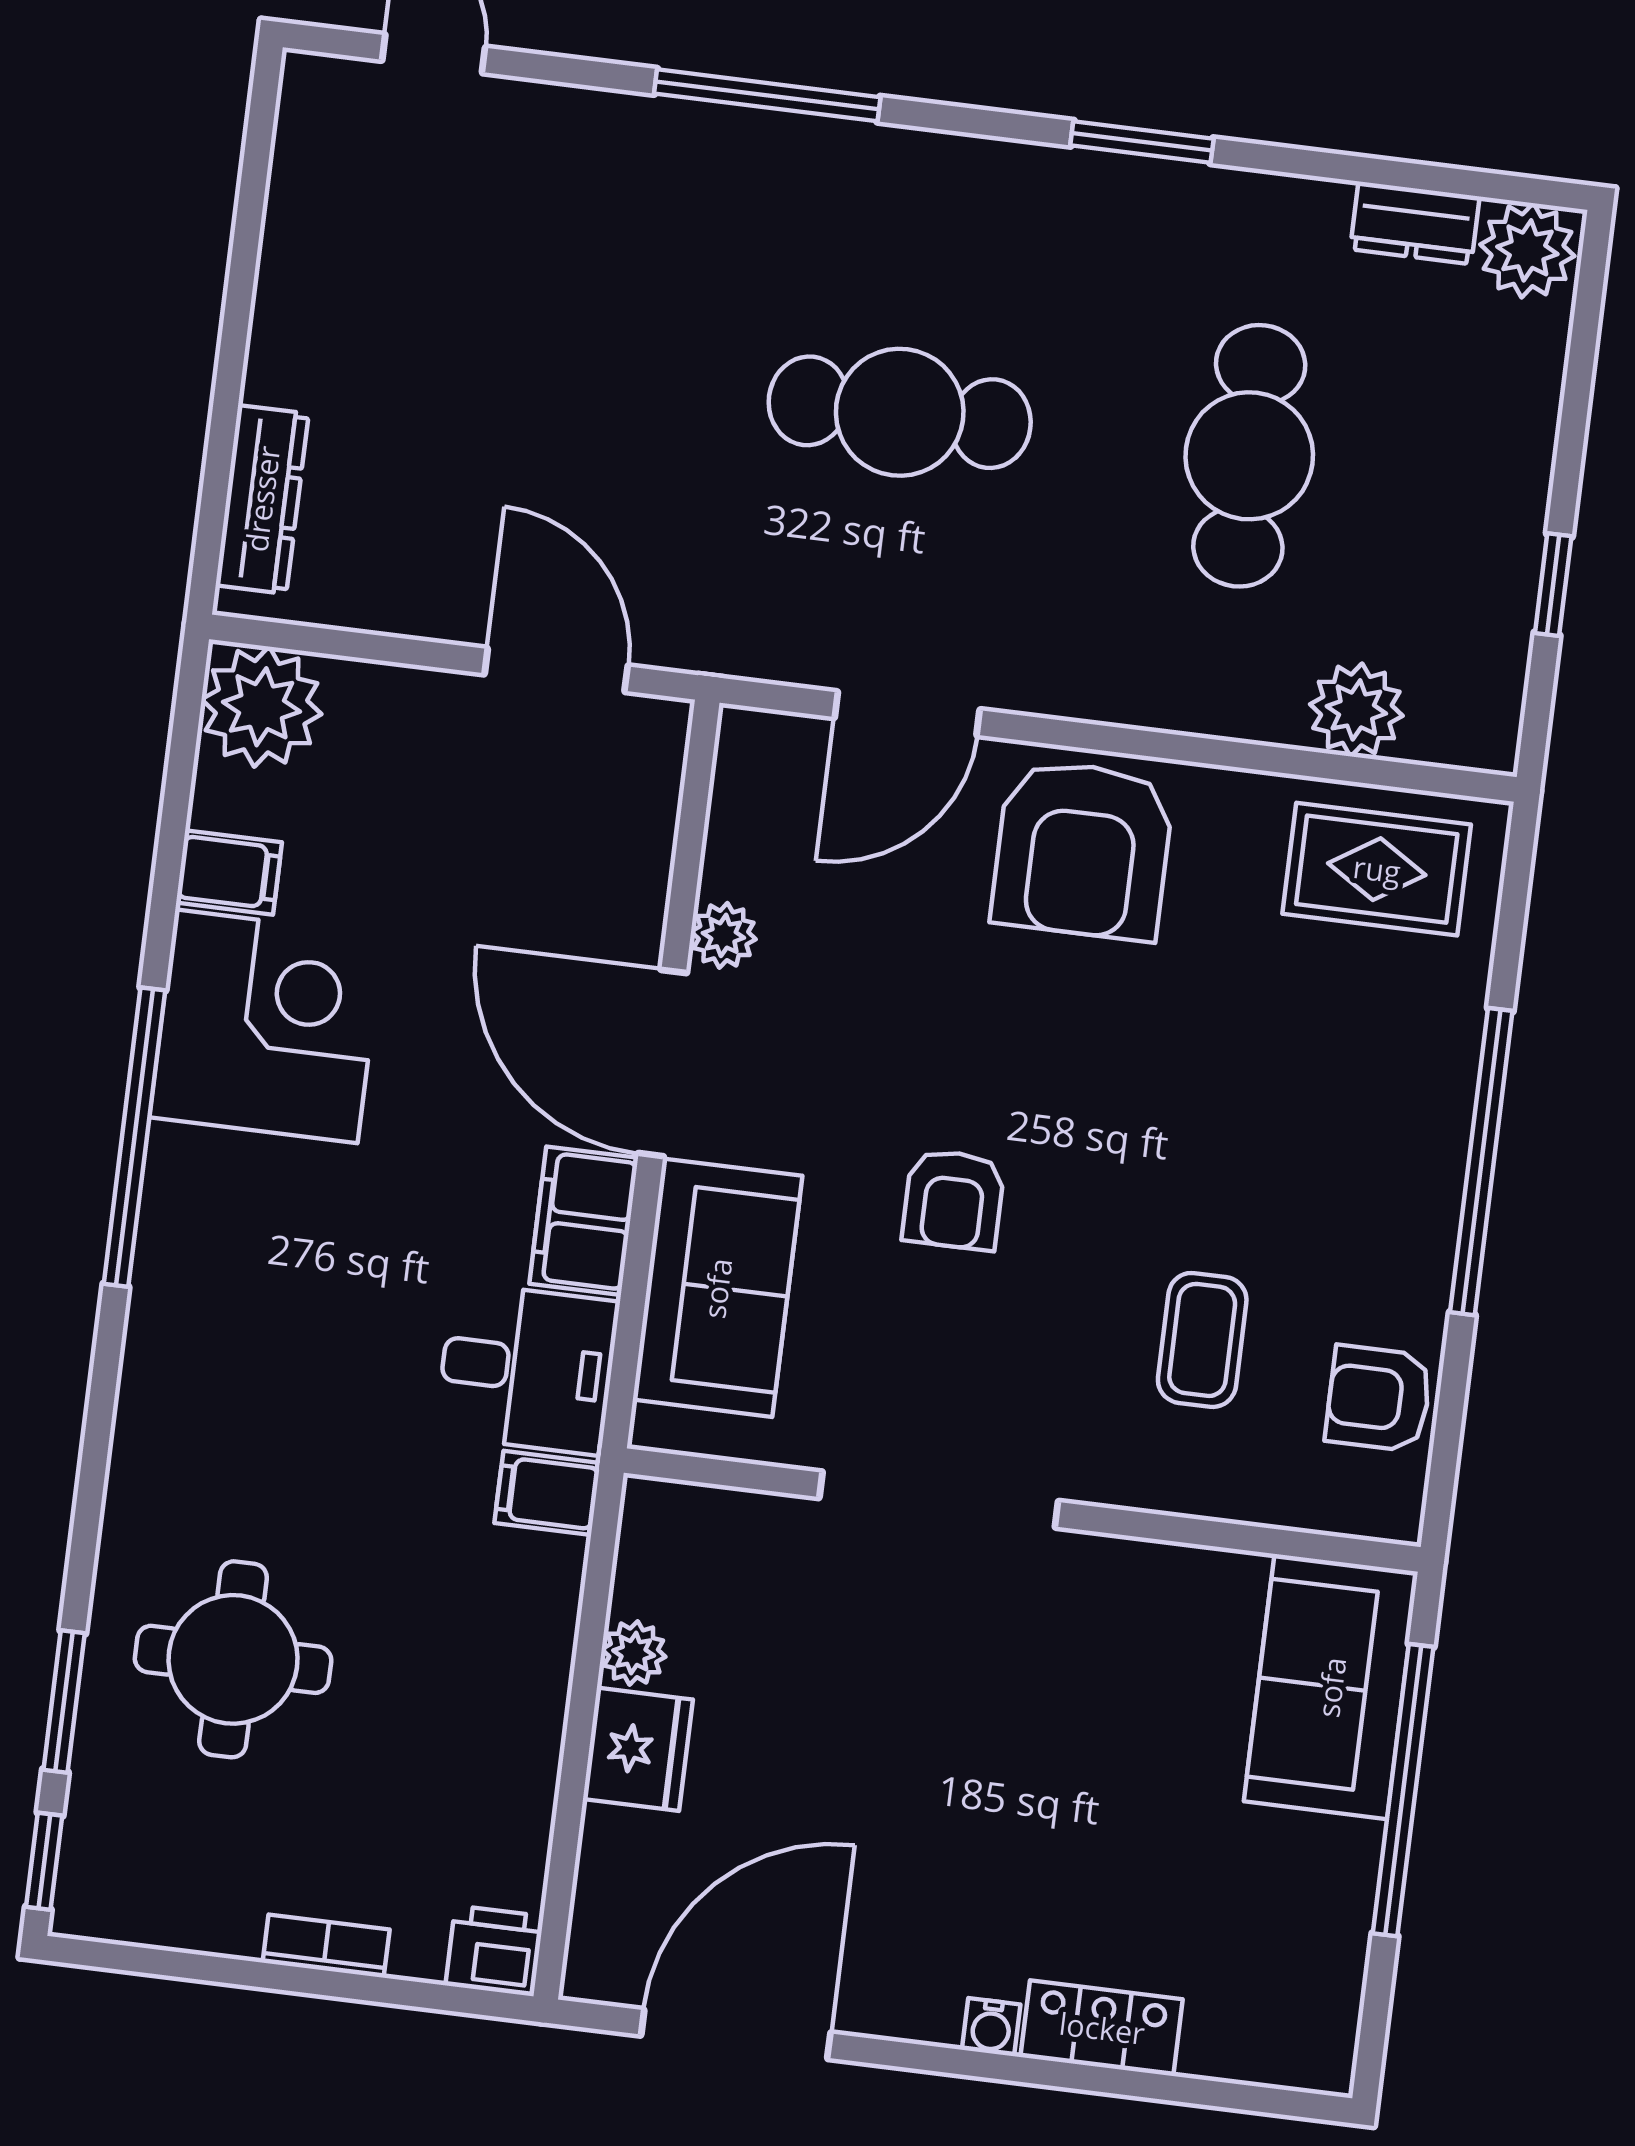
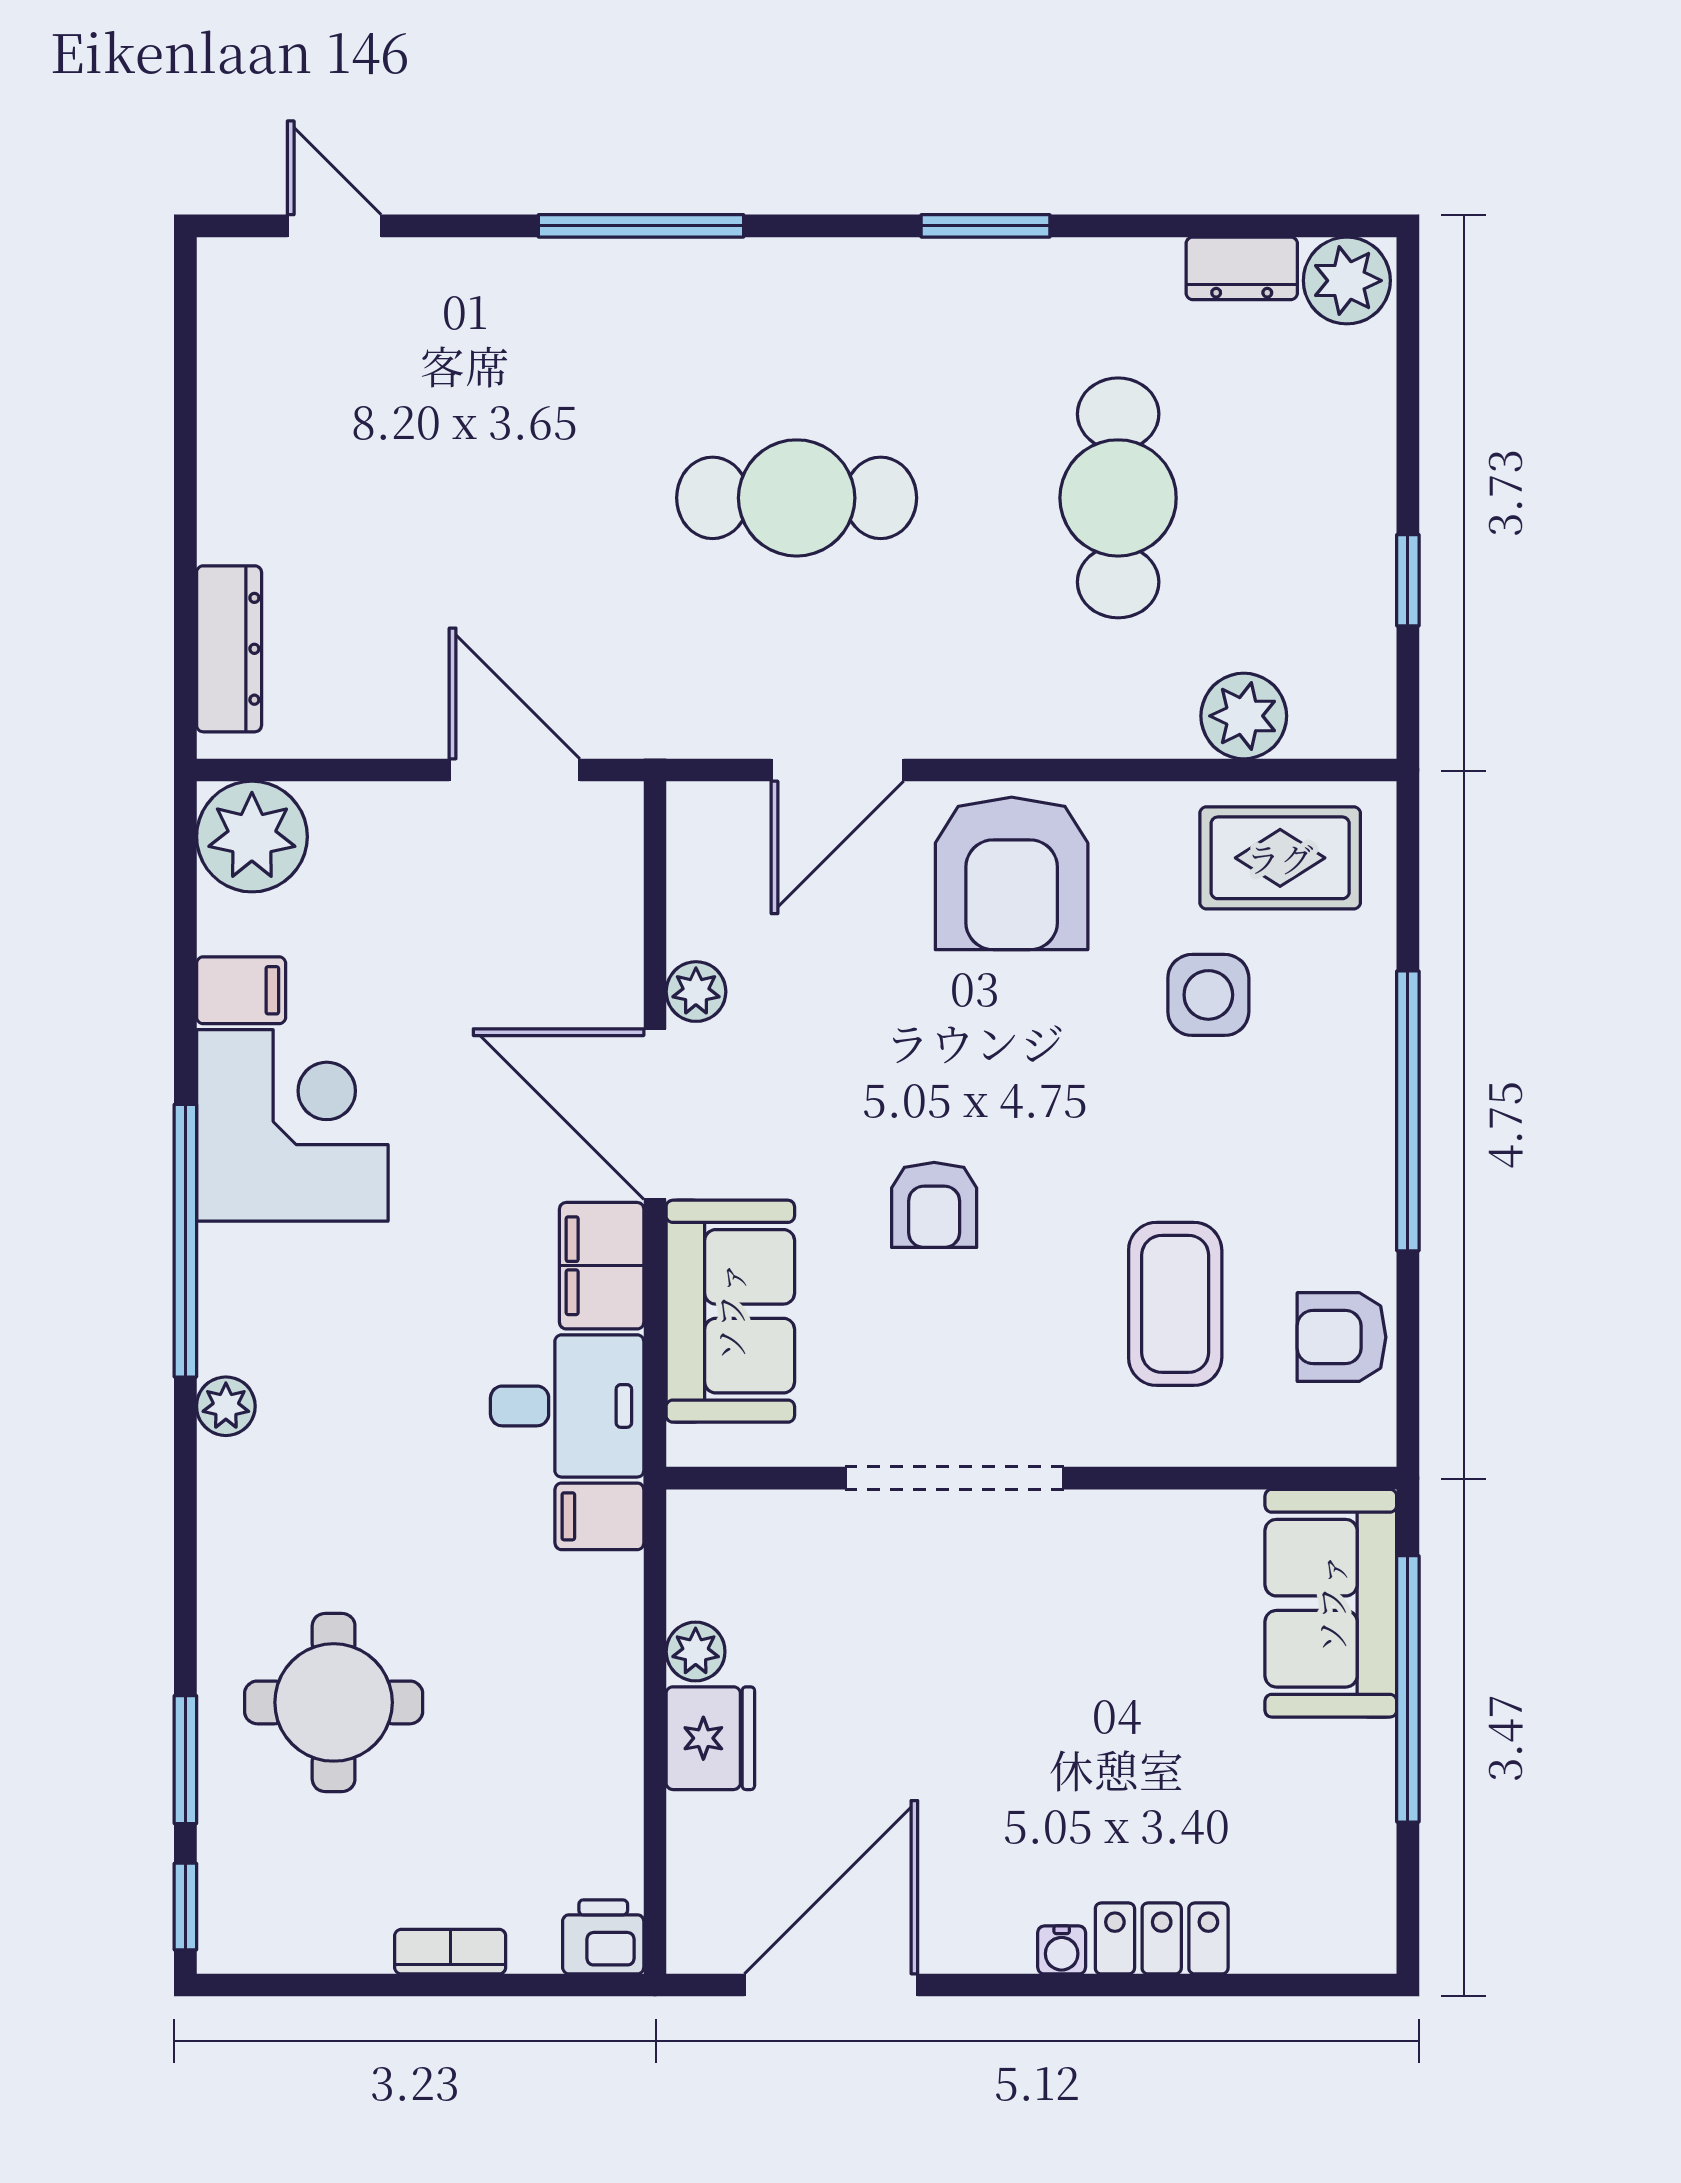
side table: (1280, 1008) -> (1208, 995), added
plant: (156, 1323) -> (226, 1406), added
coffee table: (1202, 1340) -> (1175, 1304), width x1.36, depth x1.30

